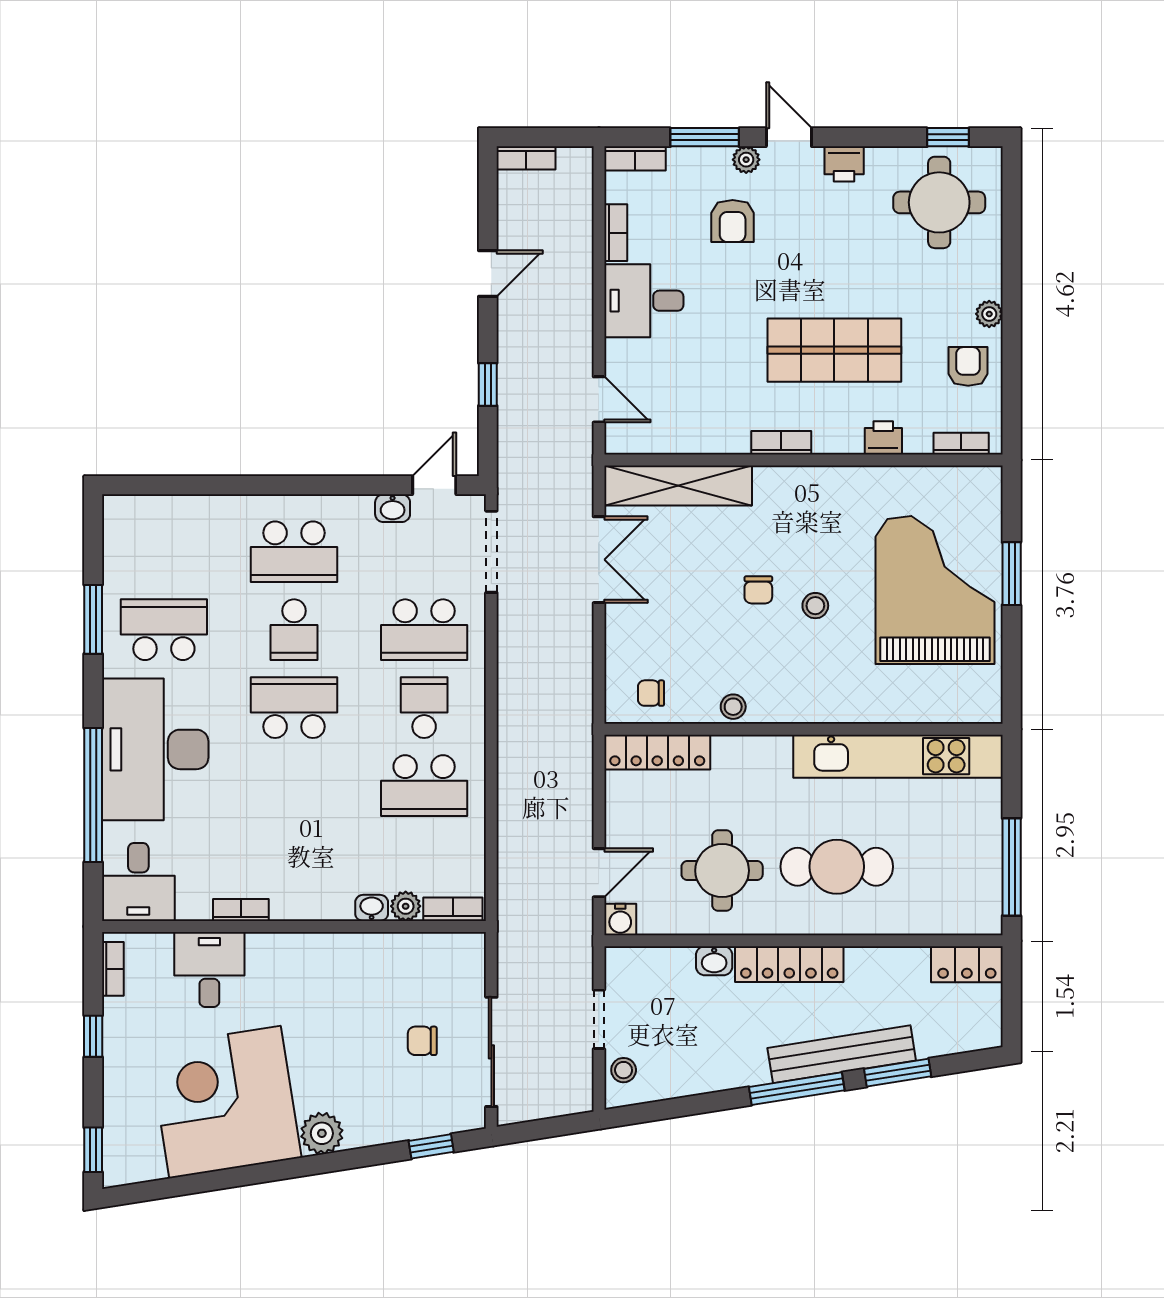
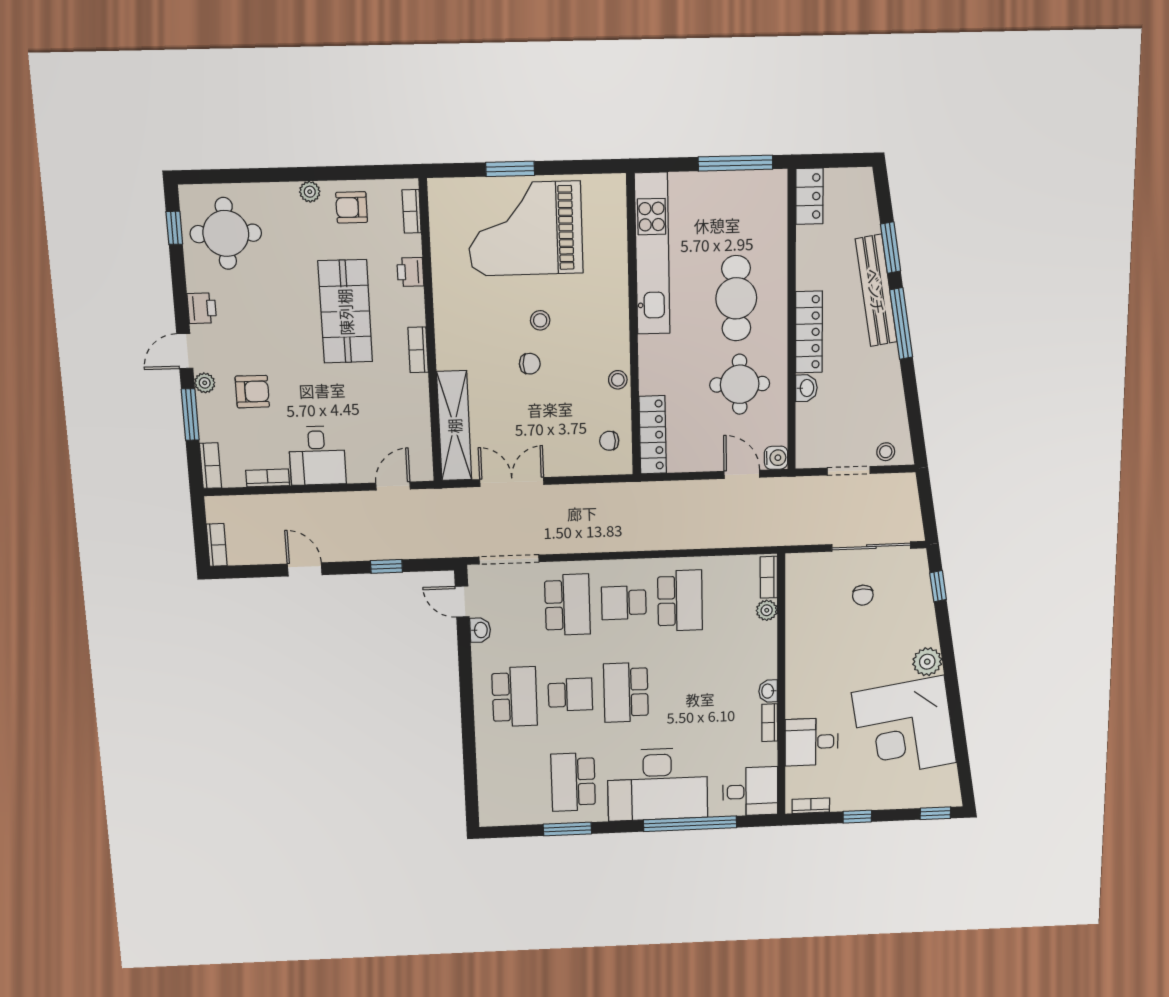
chair: (651, 693) -> (609, 441), turned 90
washbasin: (372, 908) -> (768, 691), moved

